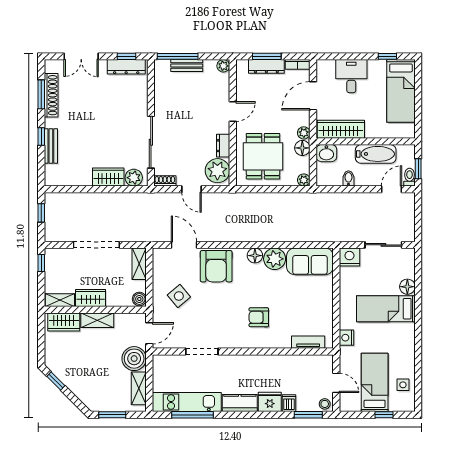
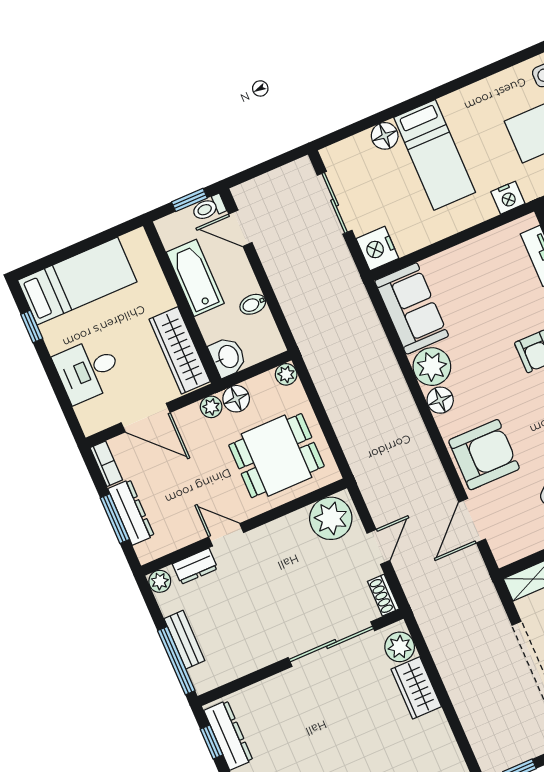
dresser: (223, 146) -> (195, 566), moved

